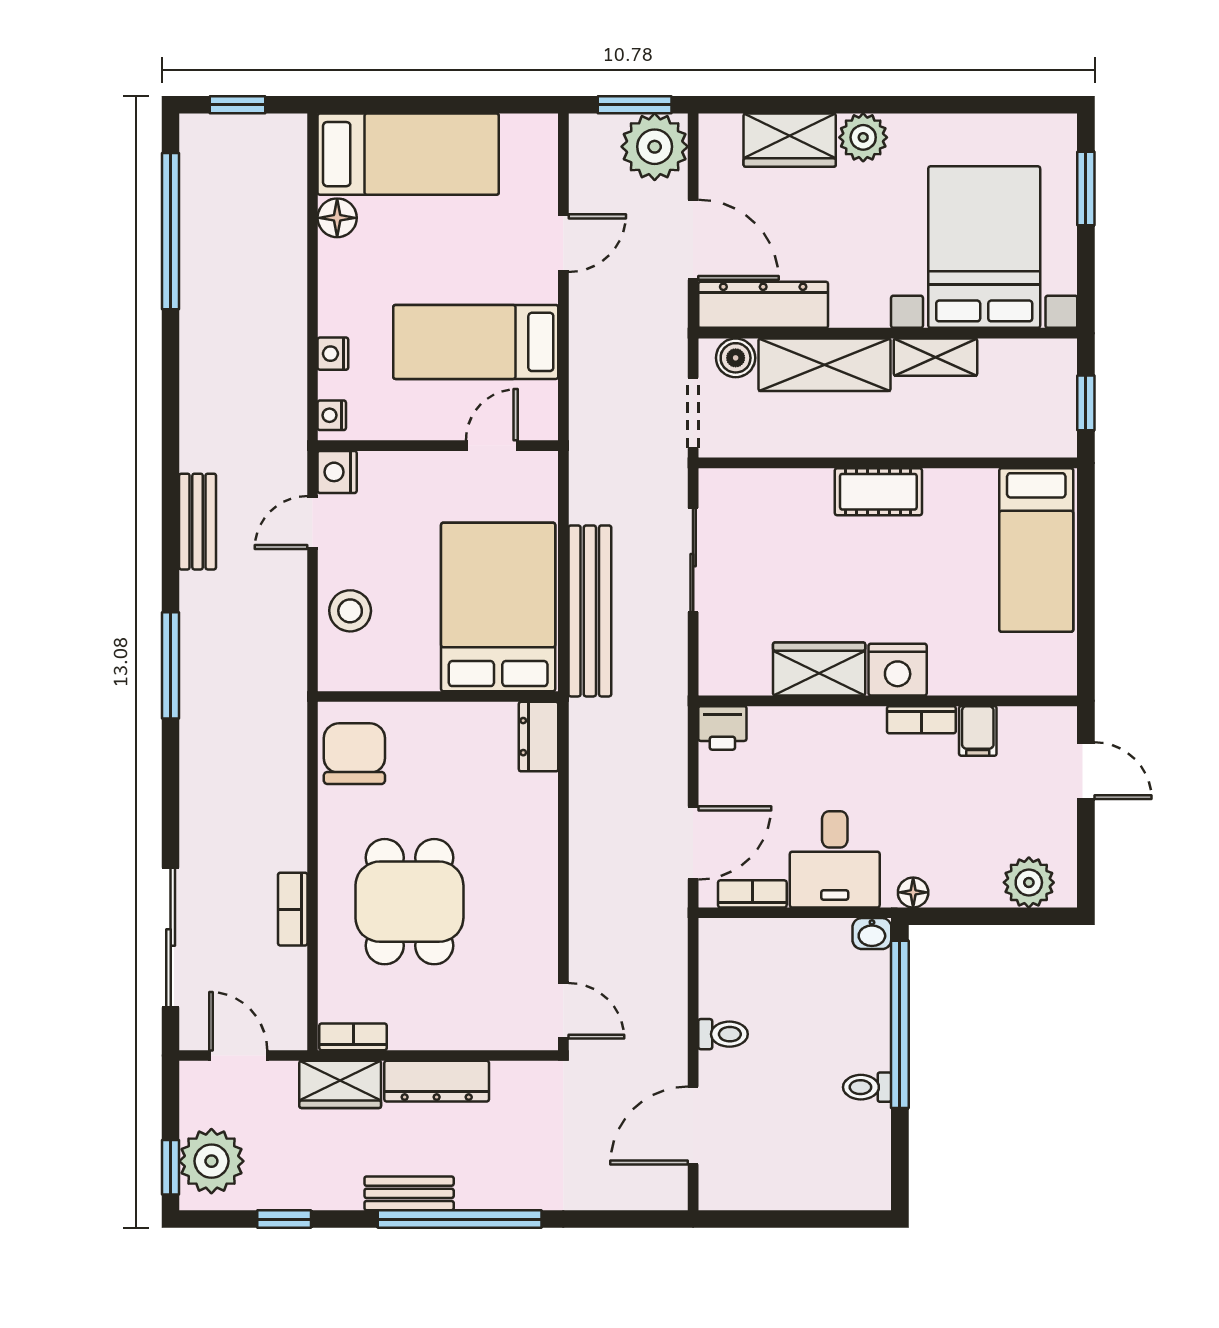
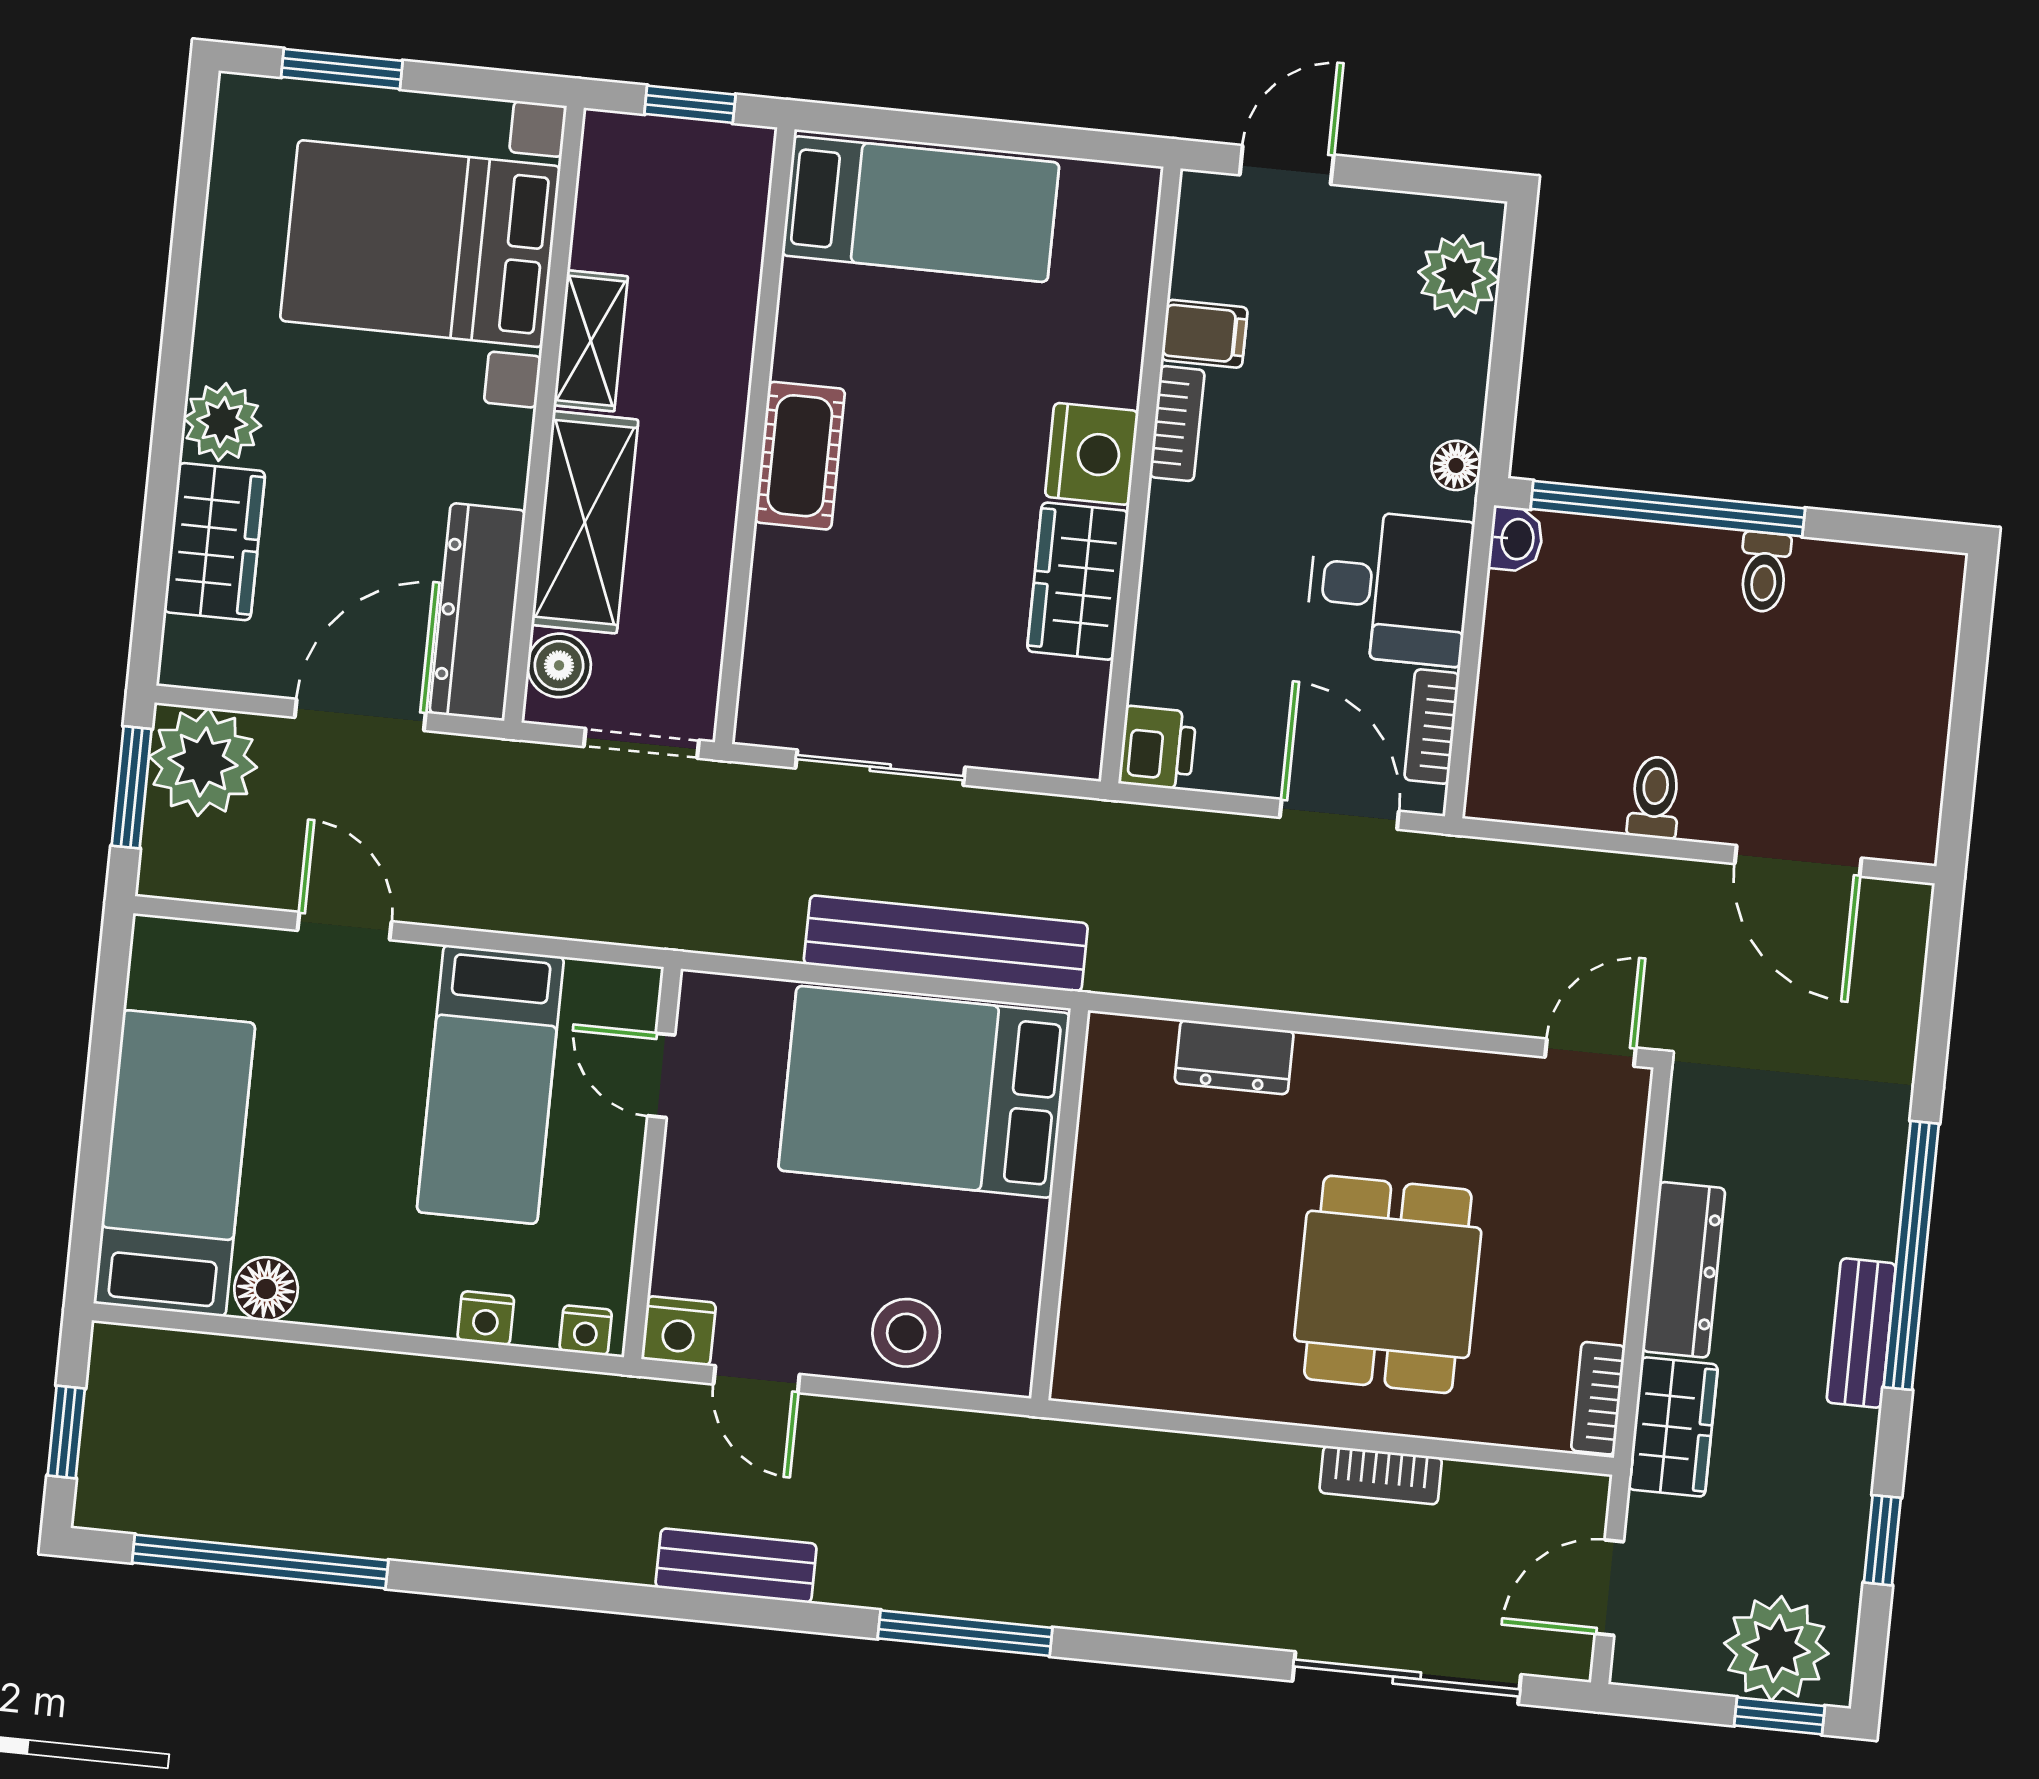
dresser: (539, 737) -> (1234, 1057), moved
chair: (354, 754) -> (1139, 1349), removed
dining table: (409, 902) -> (1388, 1284), turned 90

